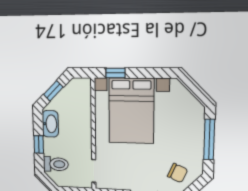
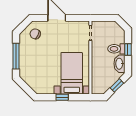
window: (115, 73) -> (62, 97), moved
bed with nightstands: (131, 111) -> (72, 73), width x0.73
toilet: (56, 164) -> (116, 49), moved

